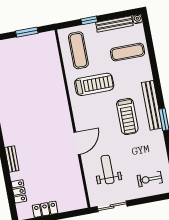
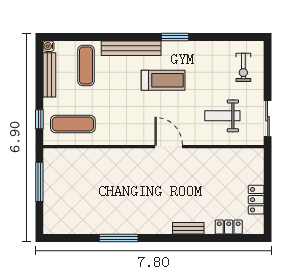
window: (89, 20) -> (39, 119), moved
window: (27, 32) -> (39, 182), width x1.44
treadmill: (94, 84) -> (117, 113), removed
bench: (152, 105) -> (131, 48), moved
door: (77, 143) -> (169, 147), moved

